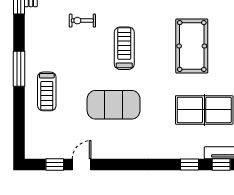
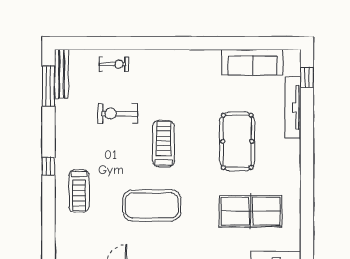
exercise bike: (82, 21) -> (118, 114), width x1.38, depth x1.39
window: (19, 69) -> (48, 166), width x0.46

